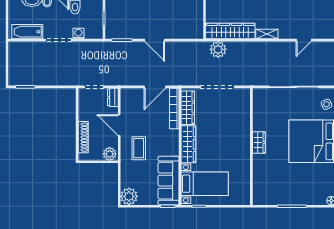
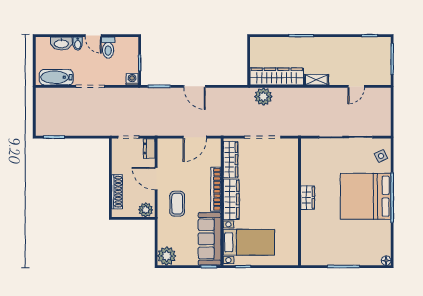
washing machine: (78, 34) -> (132, 79), moved
bookcase: (174, 108) -> (216, 189), moved

